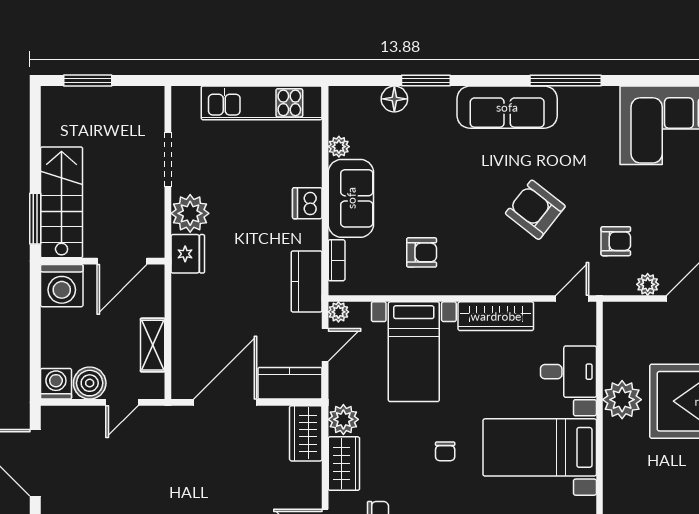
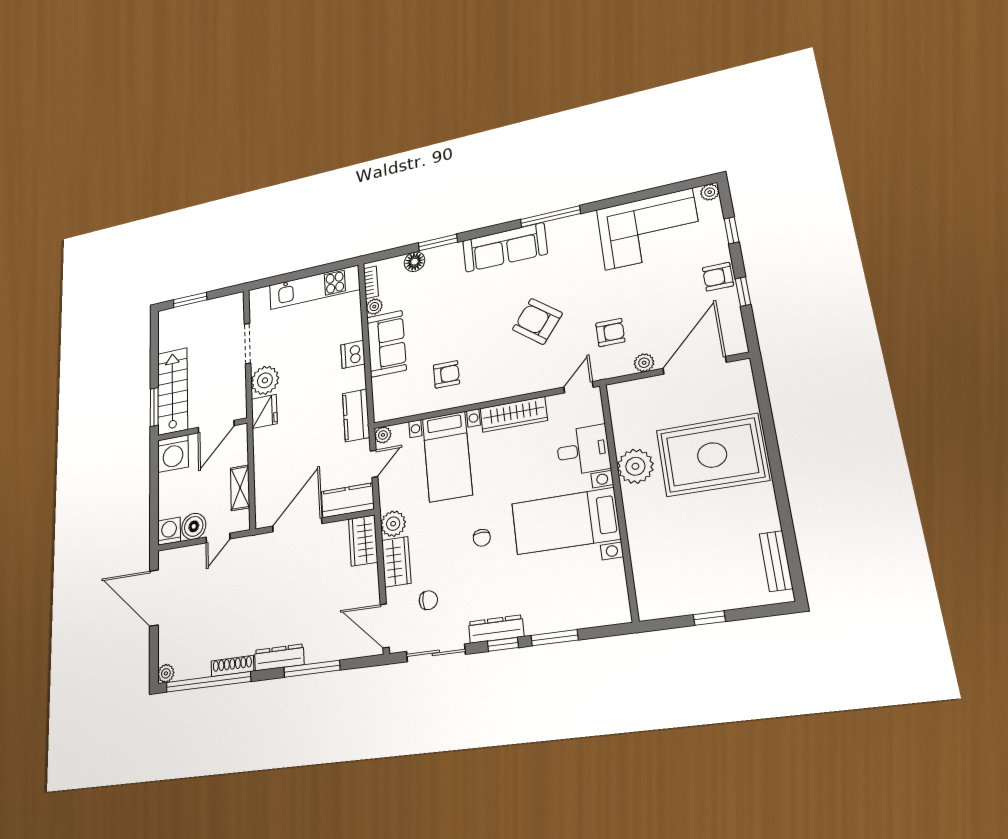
bookcase: (337, 260) -> (371, 282), moved

